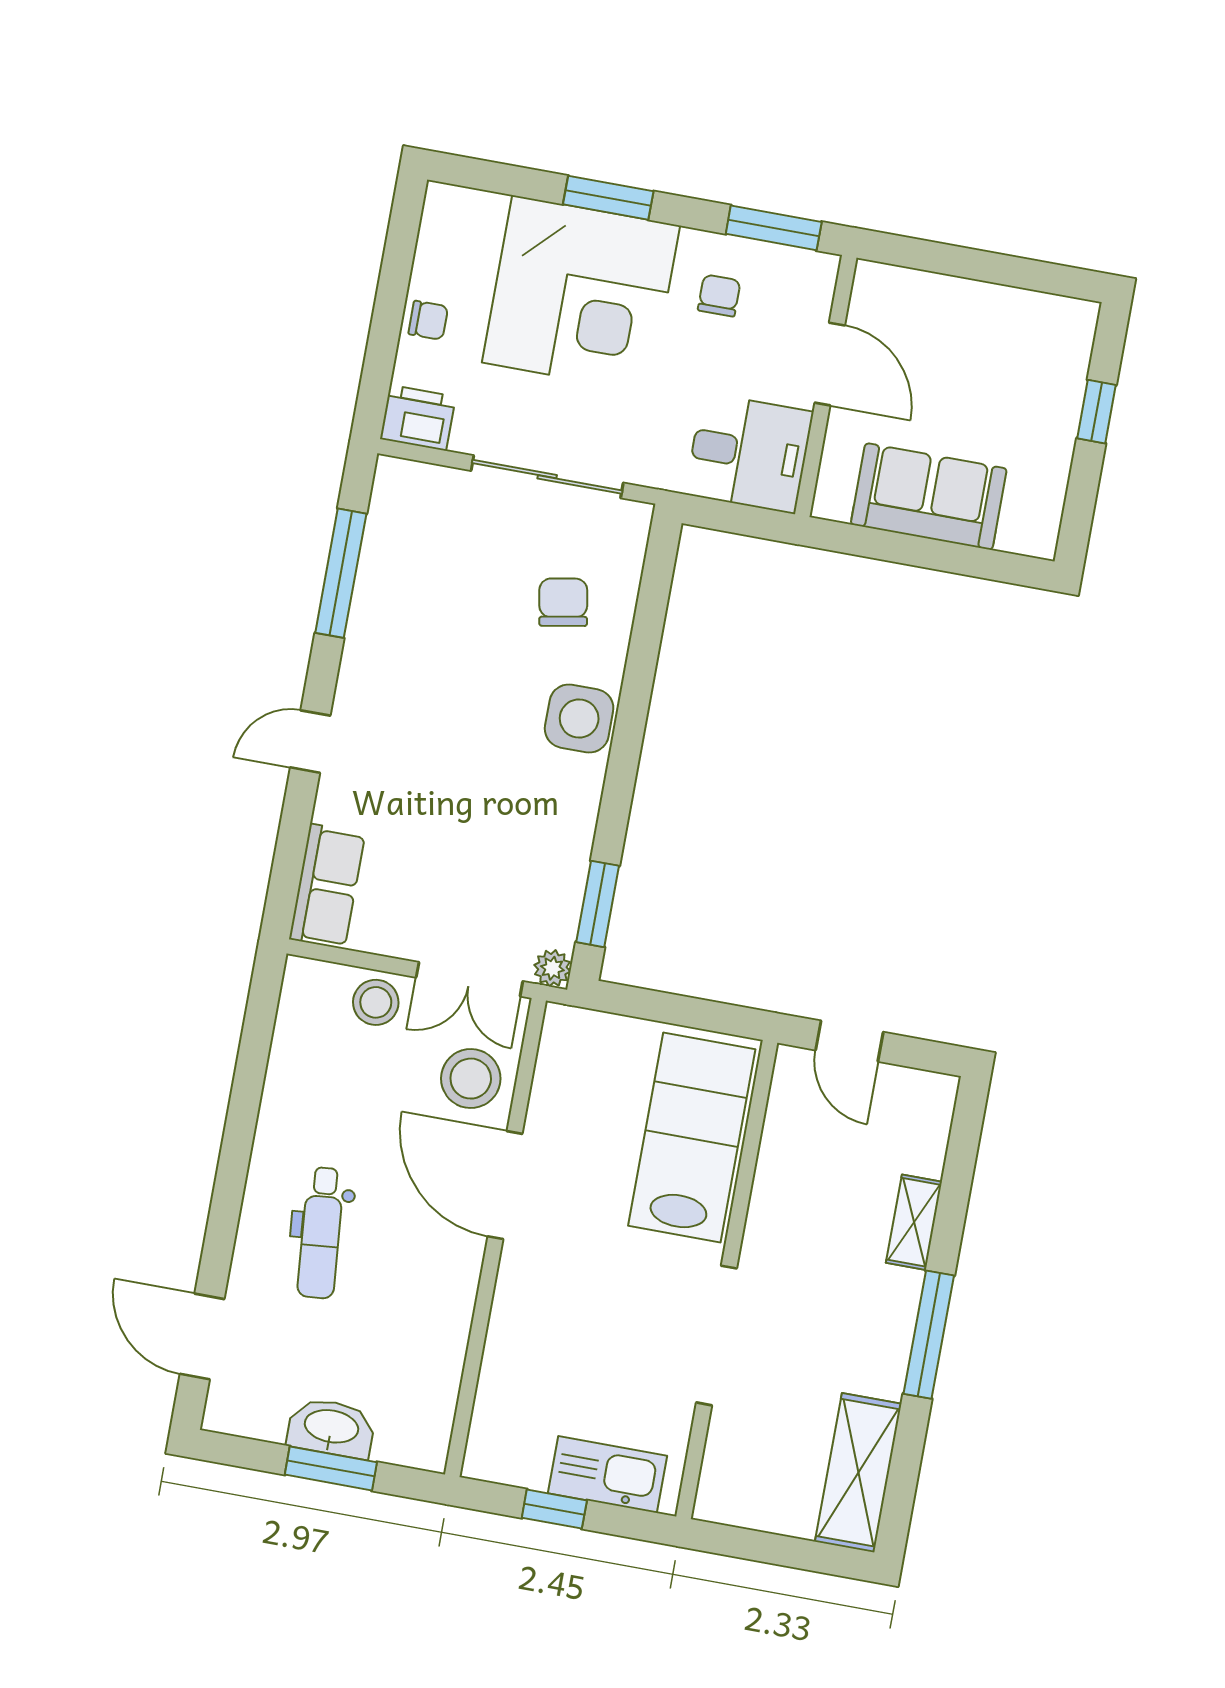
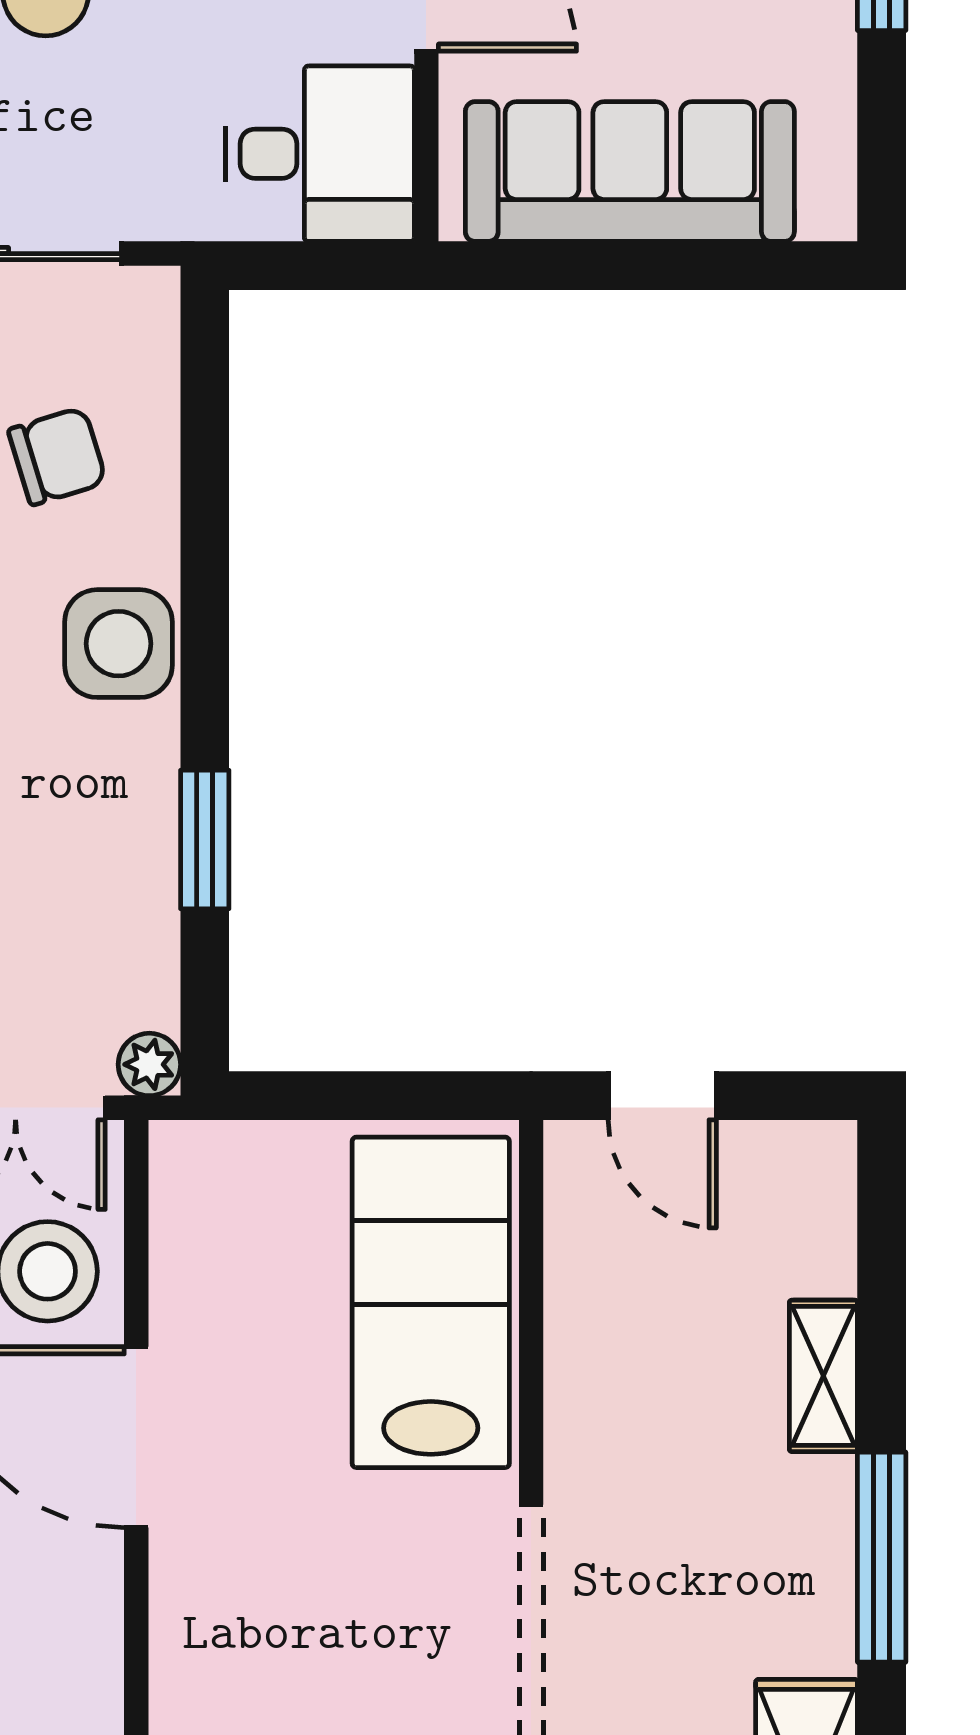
sofa: (929, 496) -> (630, 172), width x1.36
chair: (563, 602) -> (57, 456), turned 83
window: (598, 904) -> (205, 840), moved

